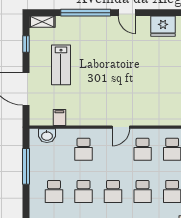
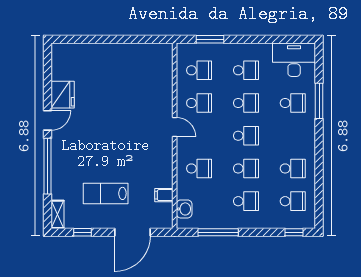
fridge: (163, 26) -> (63, 95), moved
lab bench: (61, 65) -> (106, 193), turned 180

